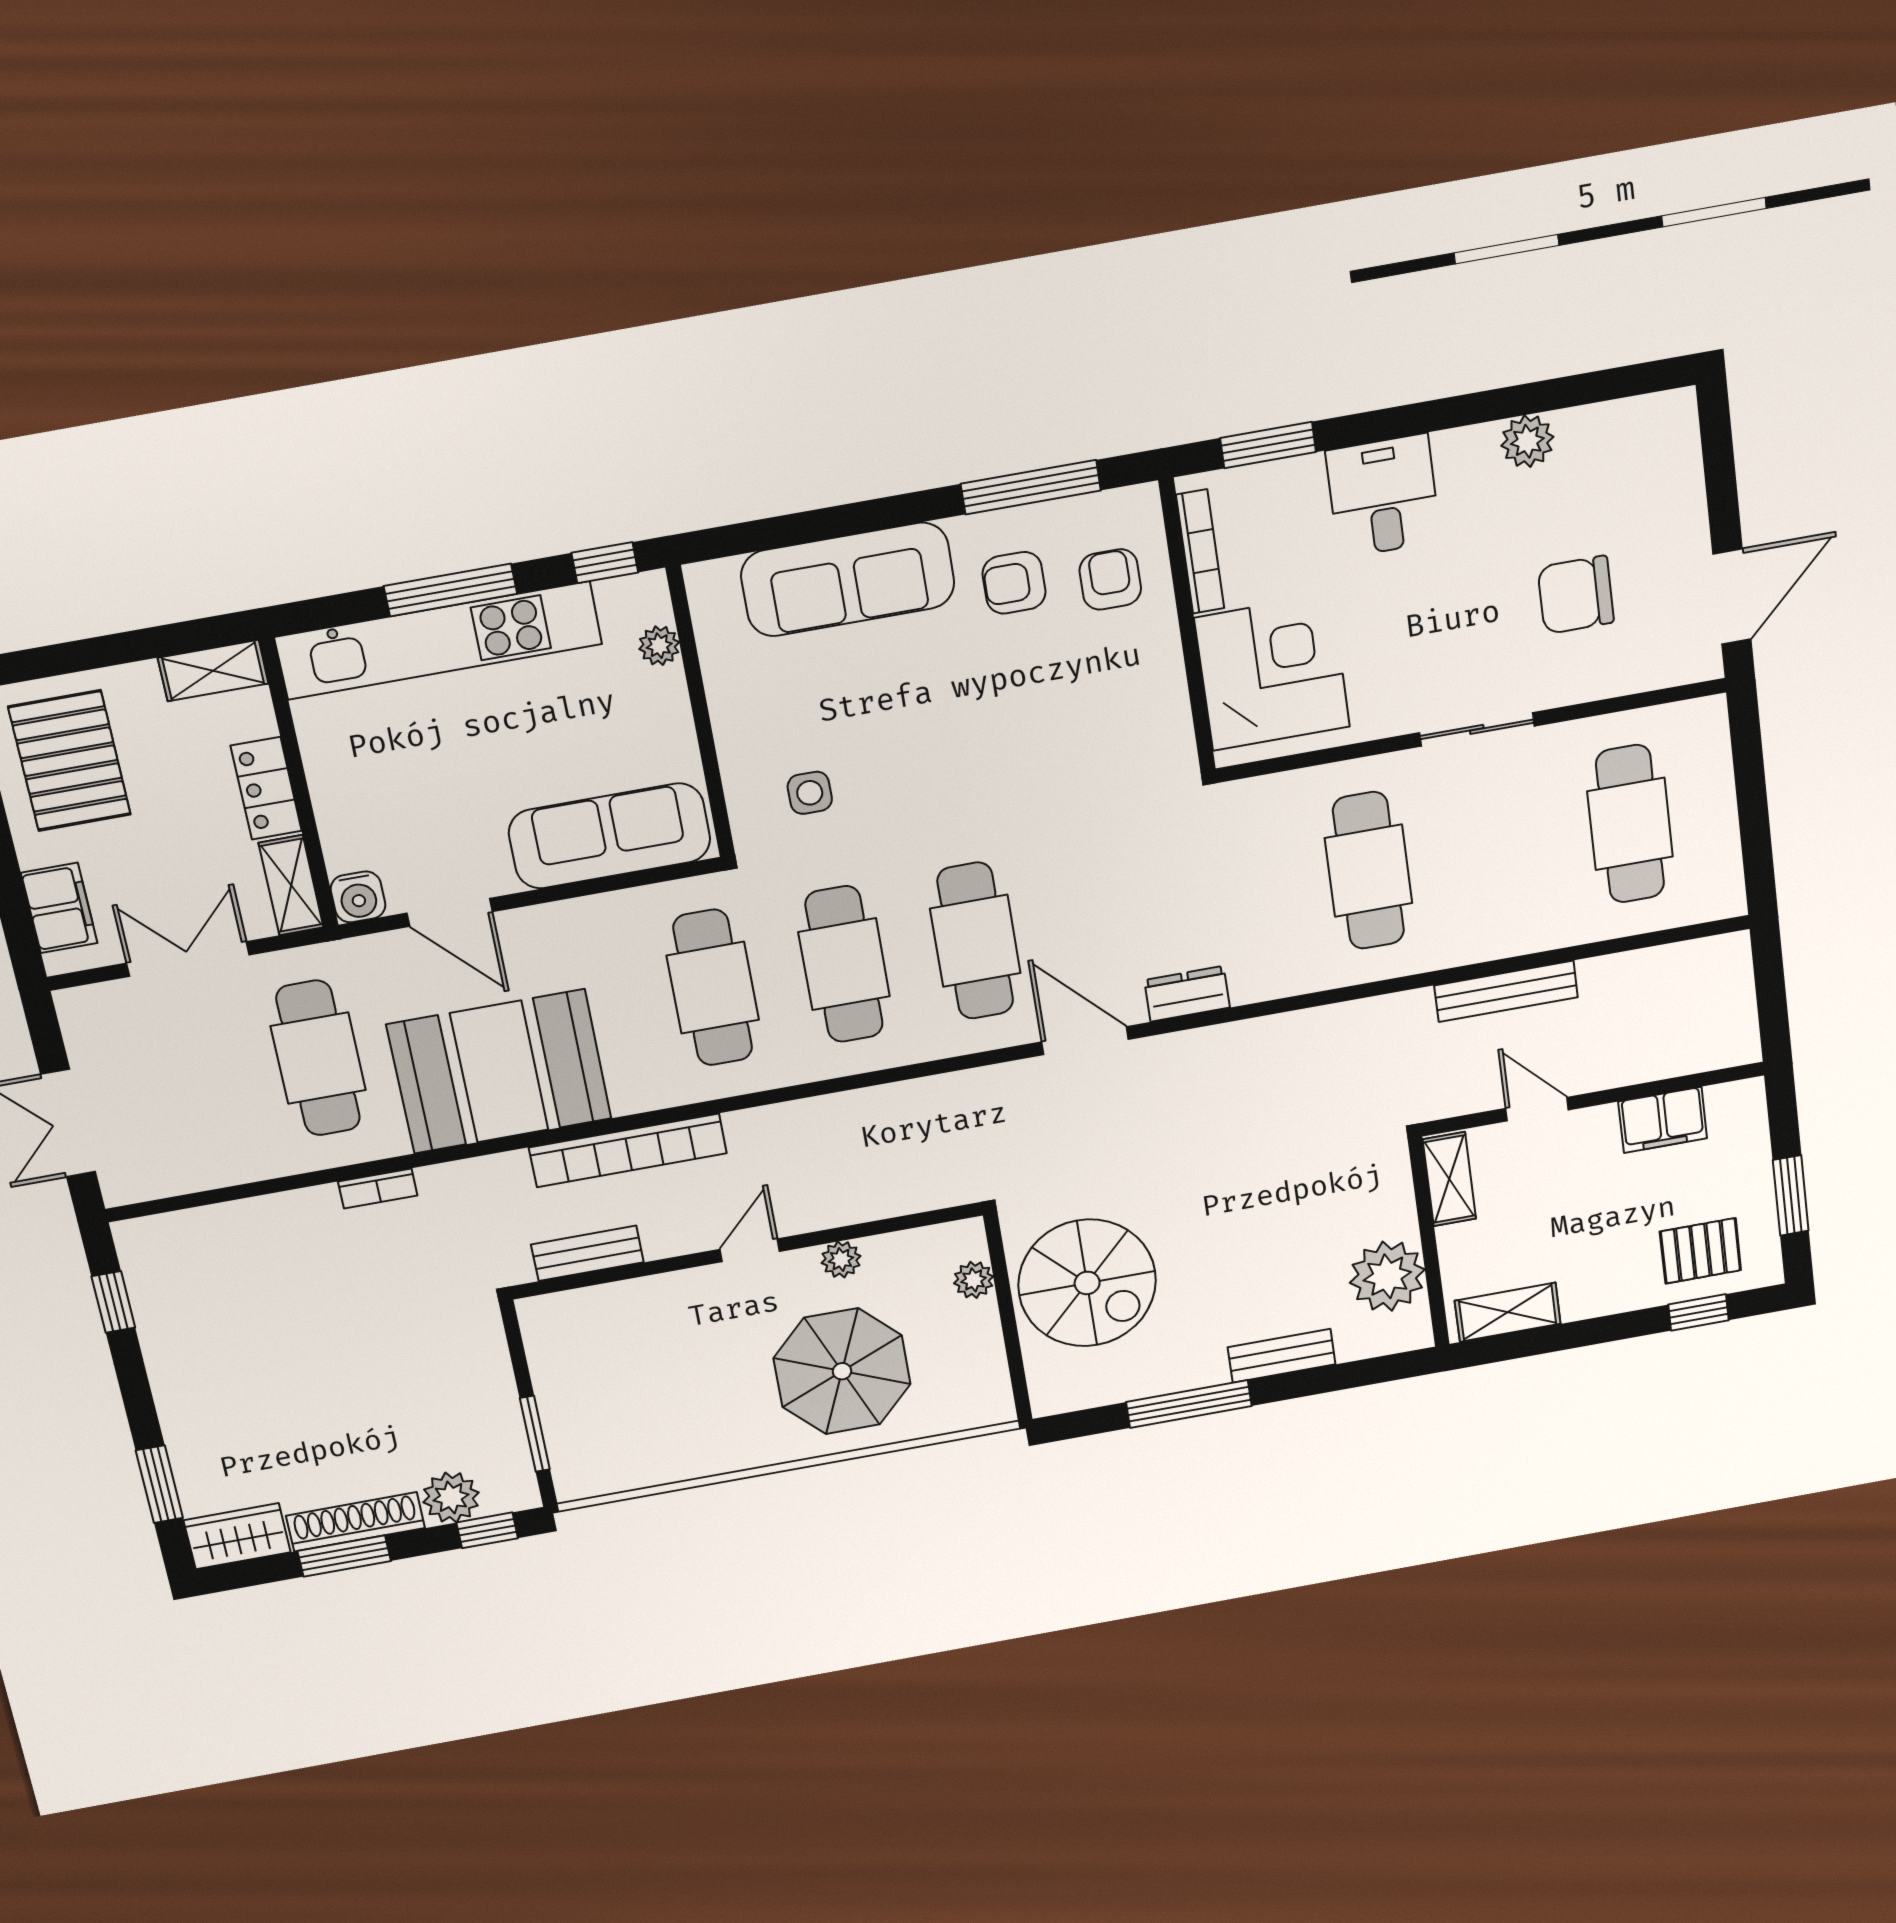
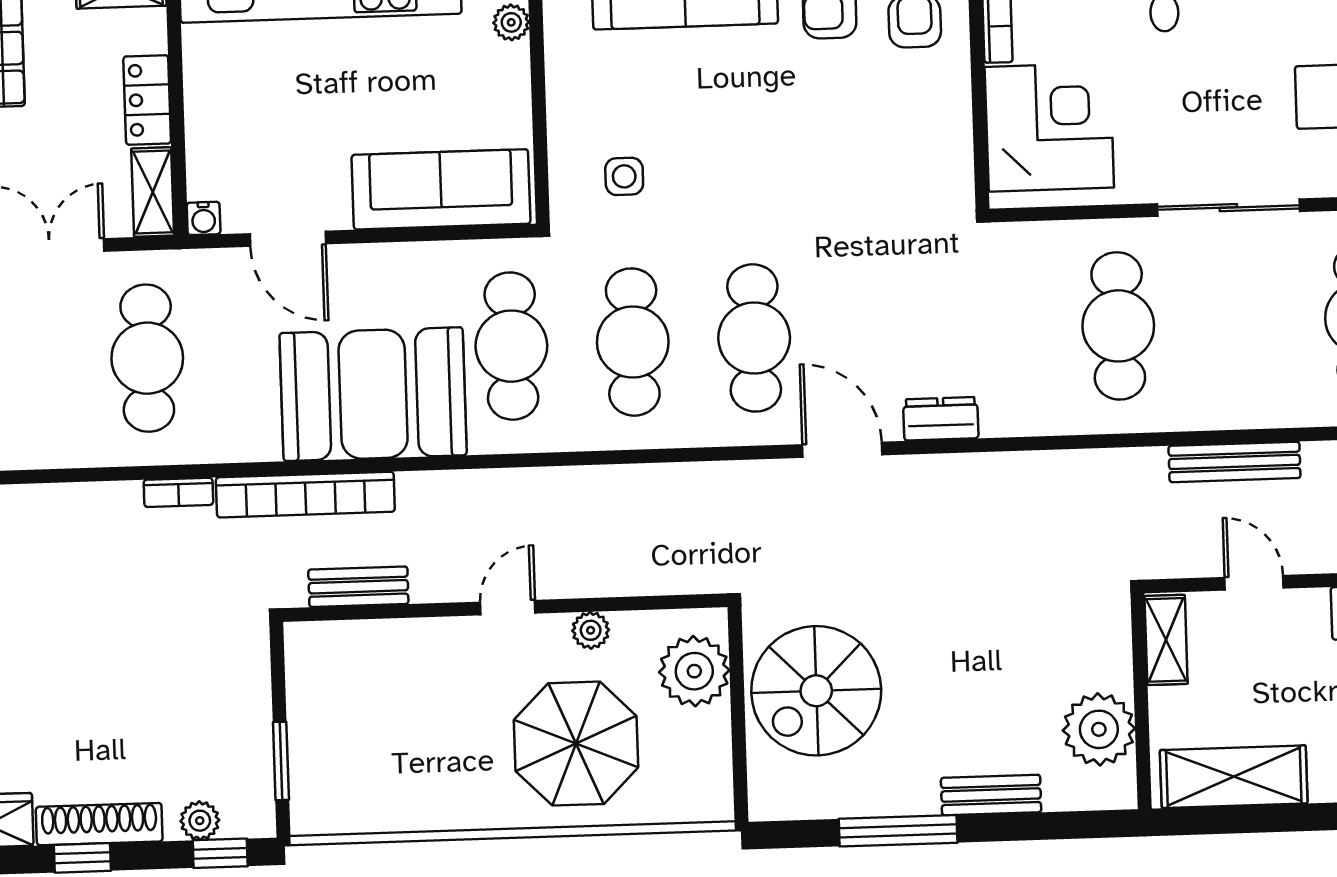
sliding door: (1477, 729) -> (1228, 208), width x1.37
water cooler: (358, 897) -> (204, 218), width x0.72, depth x0.72
booth: (499, 1072) -> (373, 394), moved
bookcase: (628, 1150) -> (305, 495), moved
plant: (974, 1280) -> (694, 671), width x1.87, depth x1.87
spiral stairs: (1087, 1283) -> (816, 691), turned 90
shelving: (1508, 1312) -> (1234, 777), width x1.50, depth x1.33
plant: (451, 1497) -> (200, 821), width x0.73, depth x0.73
window: (344, 1556) -> (82, 858), width x0.67

